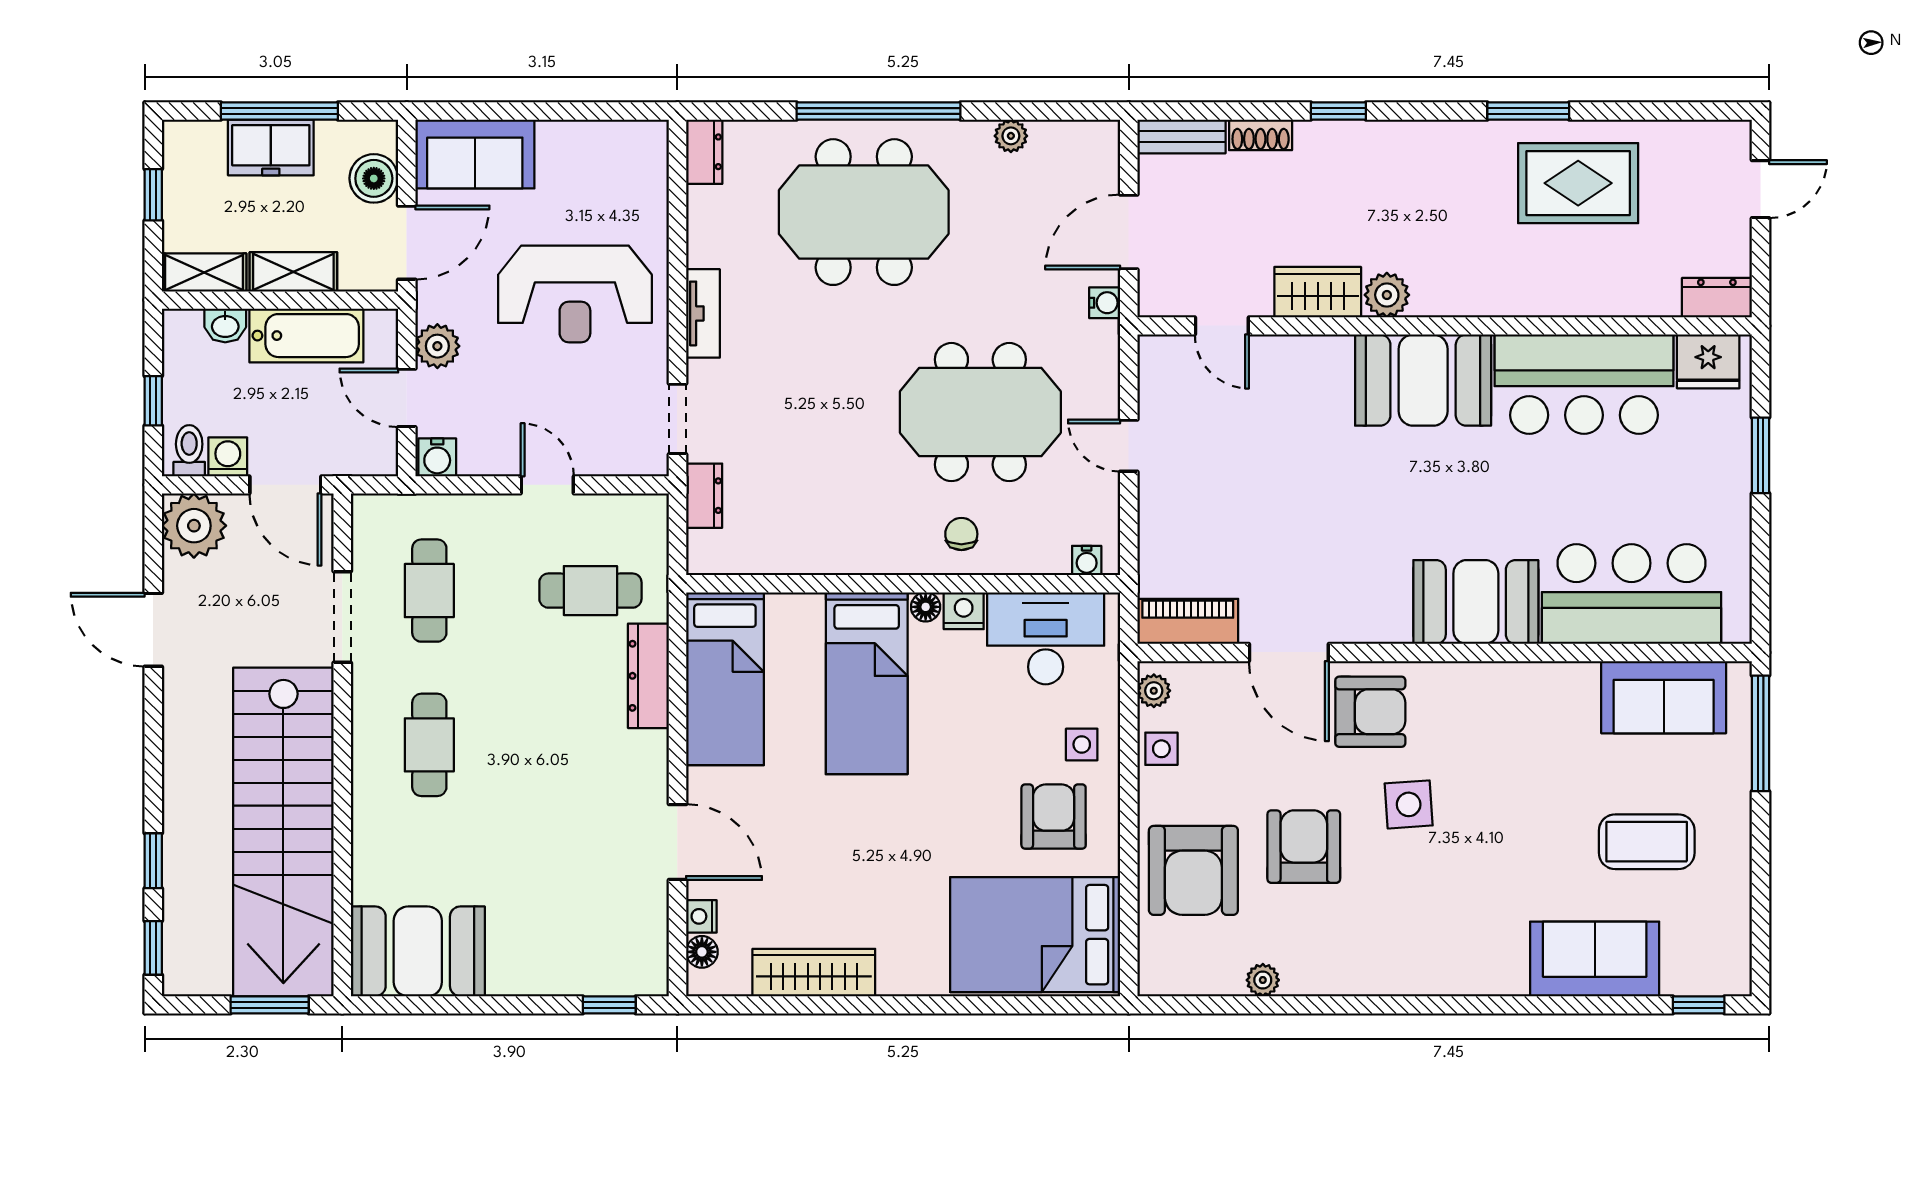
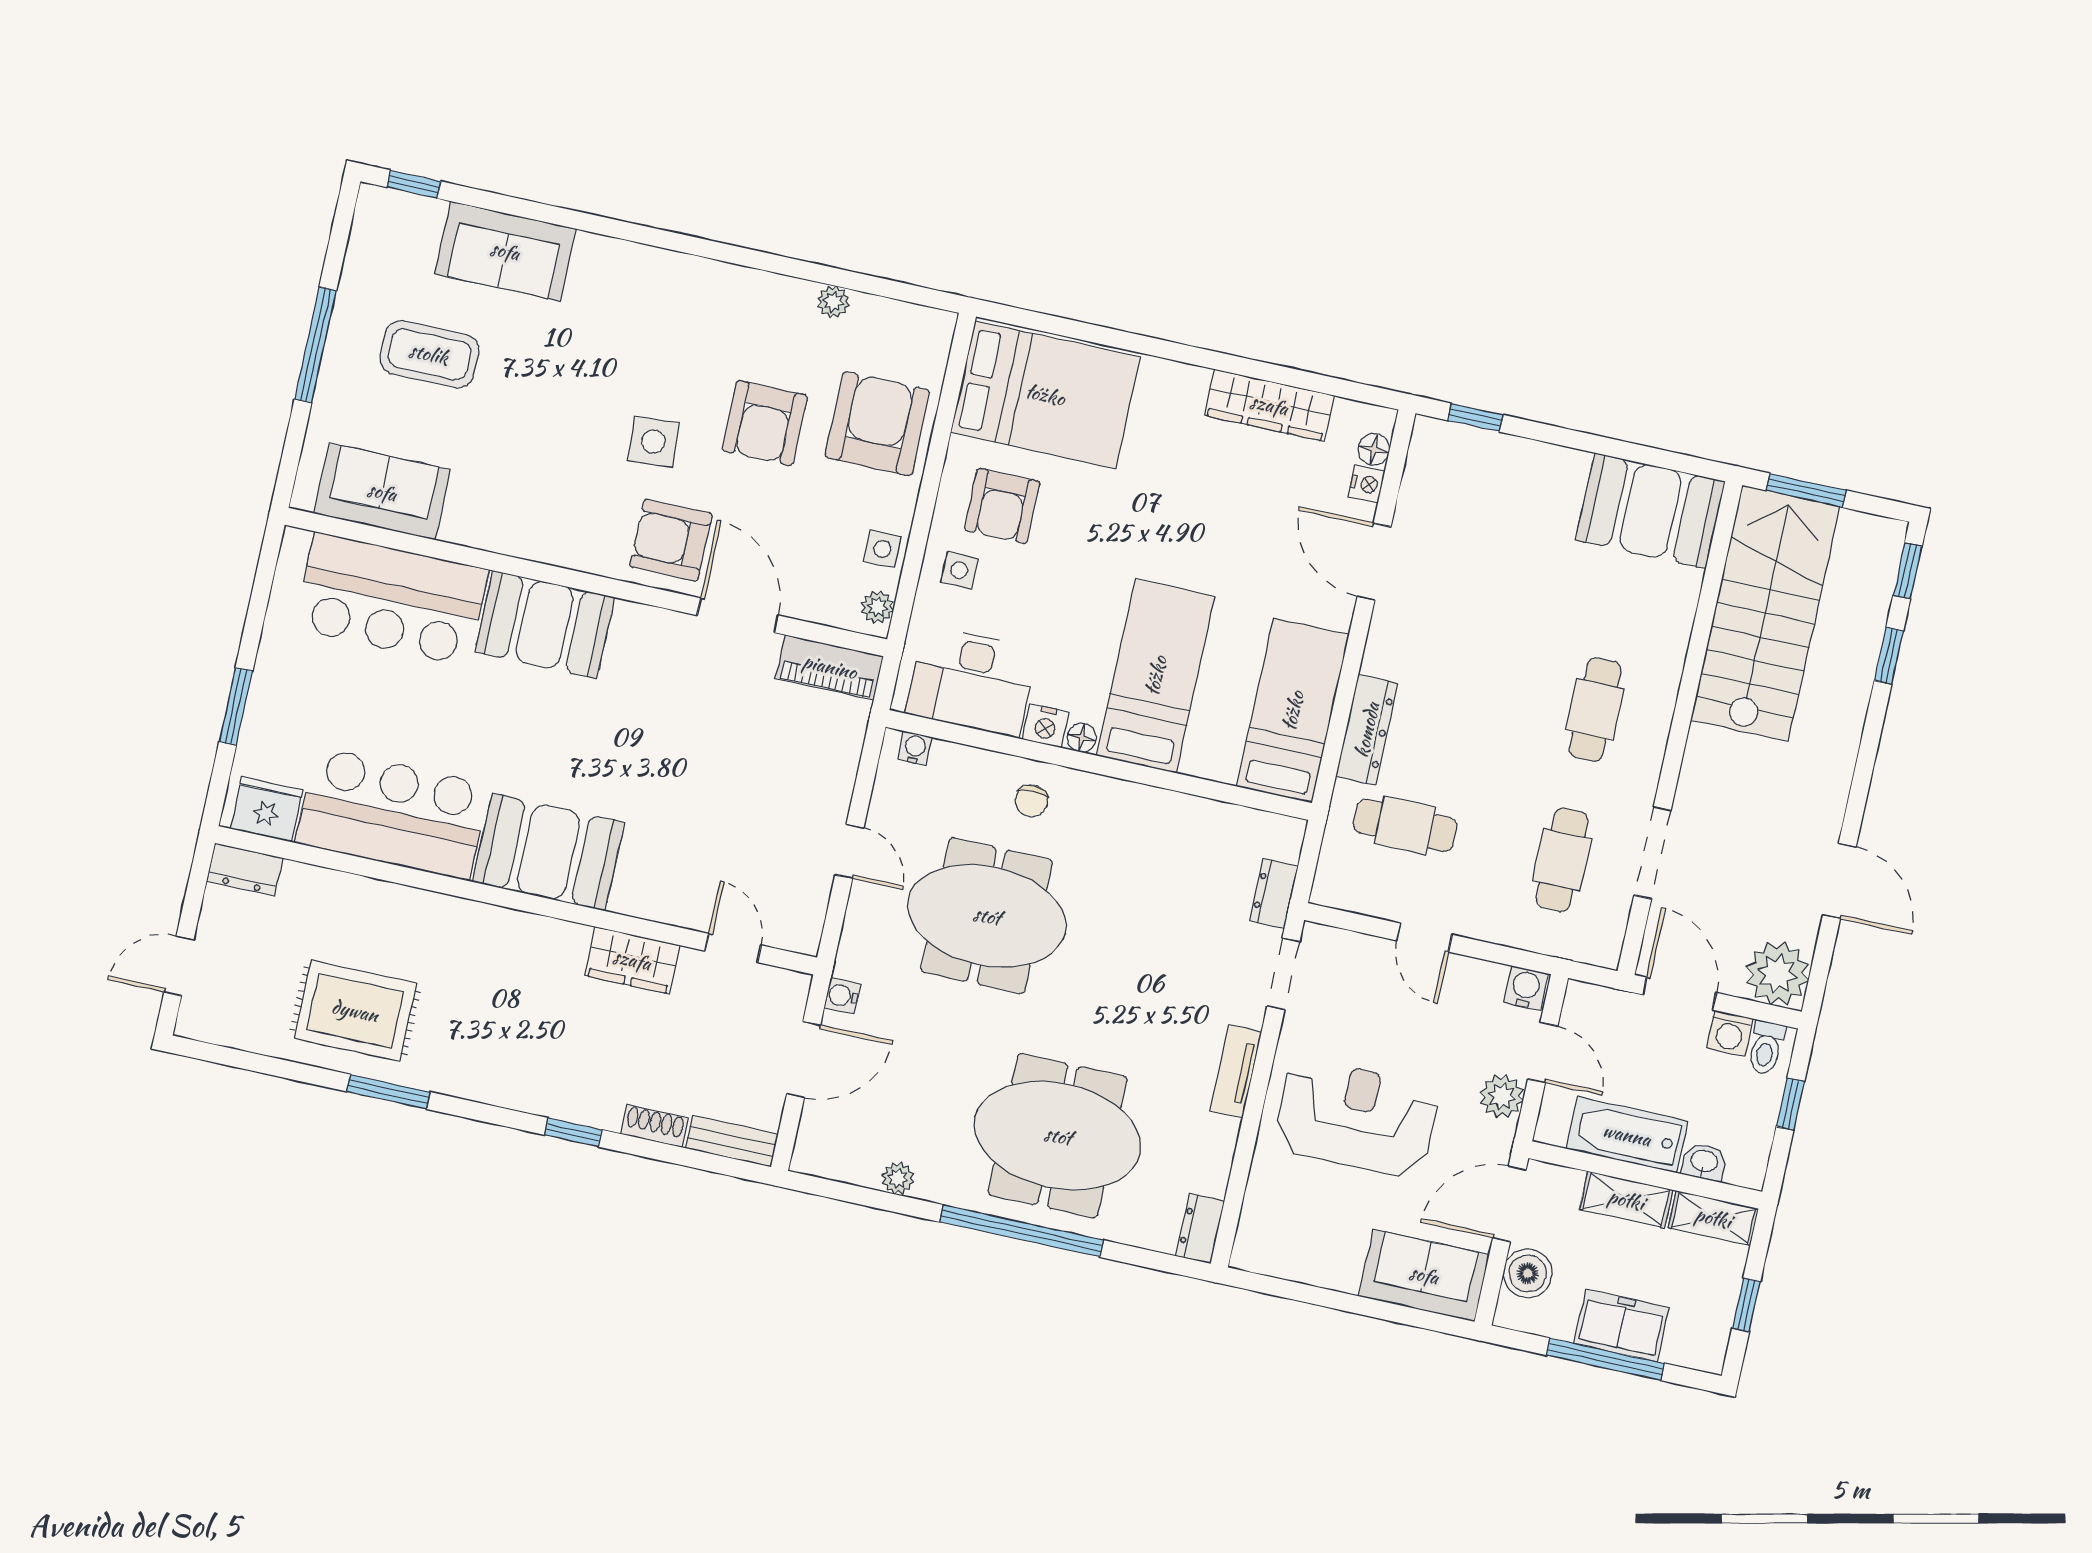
plant: (1387, 295) -> (566, 943), removed
window: (1760, 733) -> (315, 345), moved
stairs: (283, 832) -> (1765, 613), width x0.73

